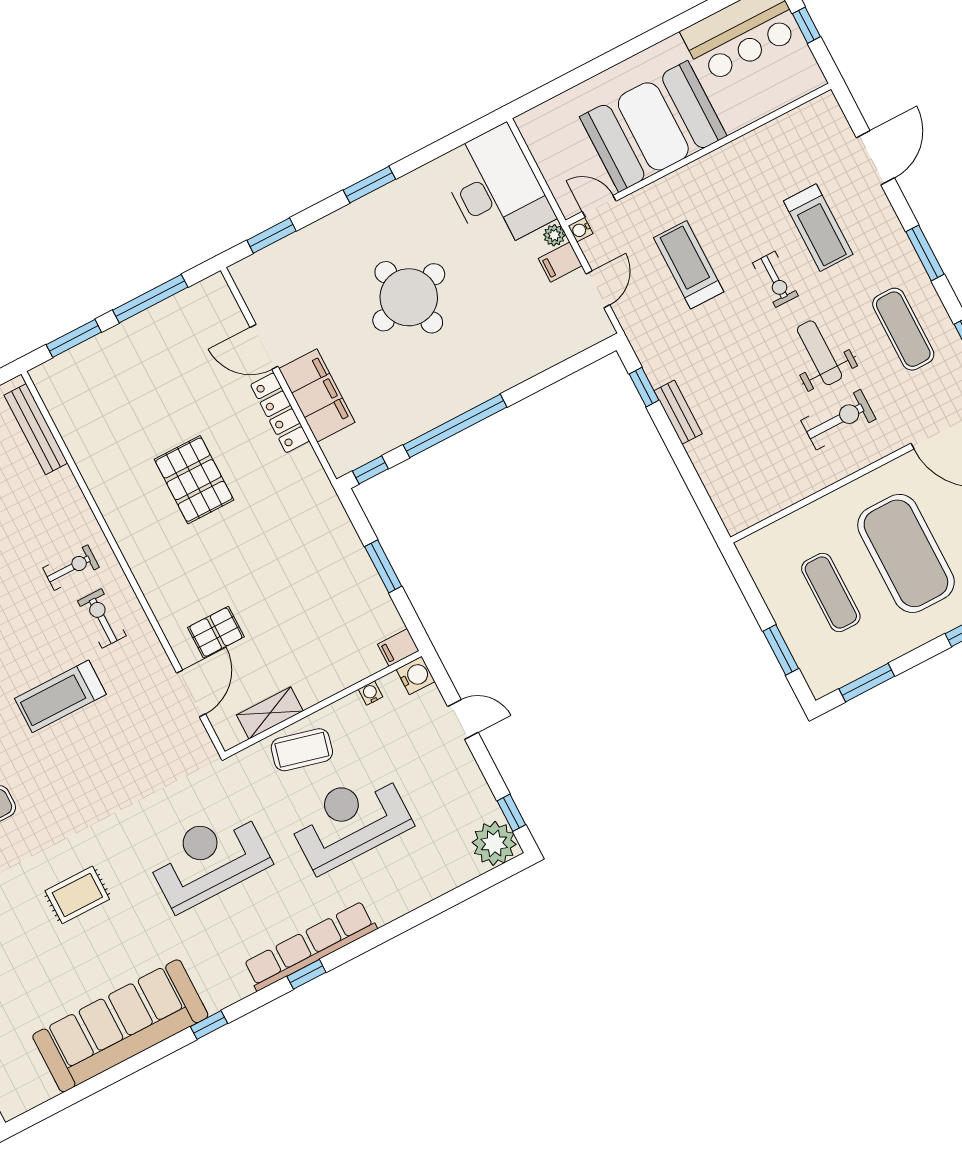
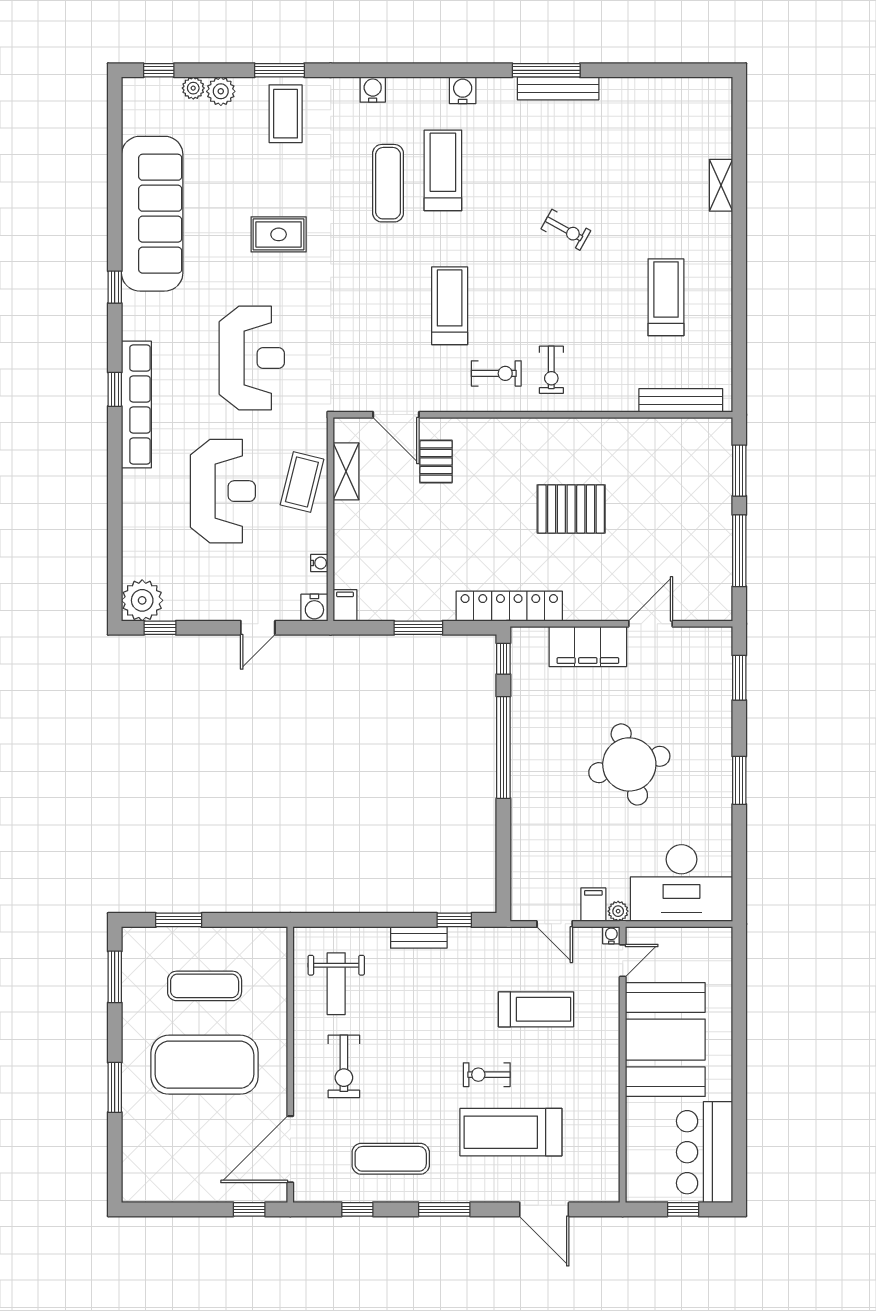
treadmill: (818, 228) -> (511, 1132), width x1.37, depth x1.38
weight bench: (820, 353) -> (336, 984), moved, turned 90
locker: (280, 413) -> (509, 606), moved, width x1.41, depth x1.21
rug: (77, 895) -> (279, 234), turned 90

